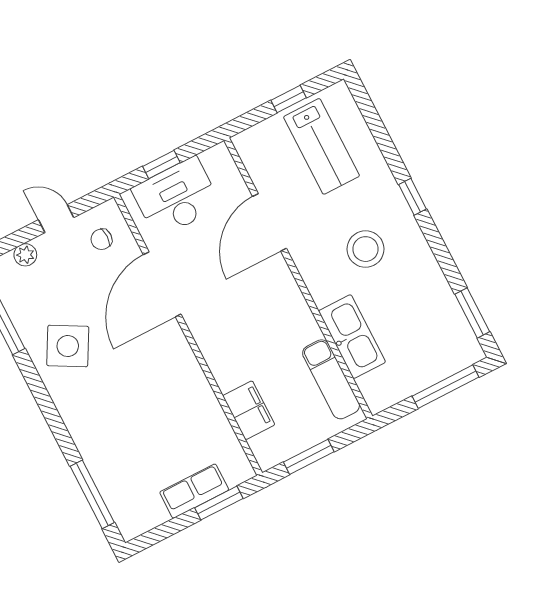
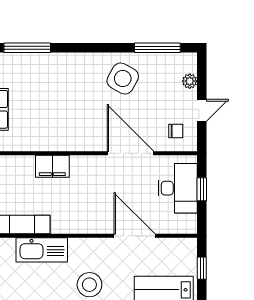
window: (289, 99) -> (202, 268), moved
chair: (101, 239) -> (176, 131), turned 90
filing cabinet: (249, 410) -> (52, 166), moved

